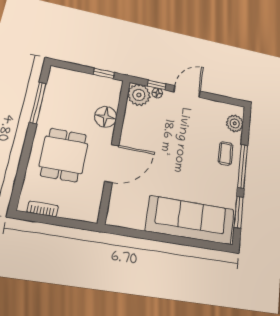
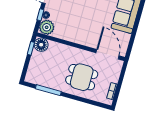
floor lamp: (106, 117) -> (41, 45), moved
door: (112, 163) -> (108, 54), moved

